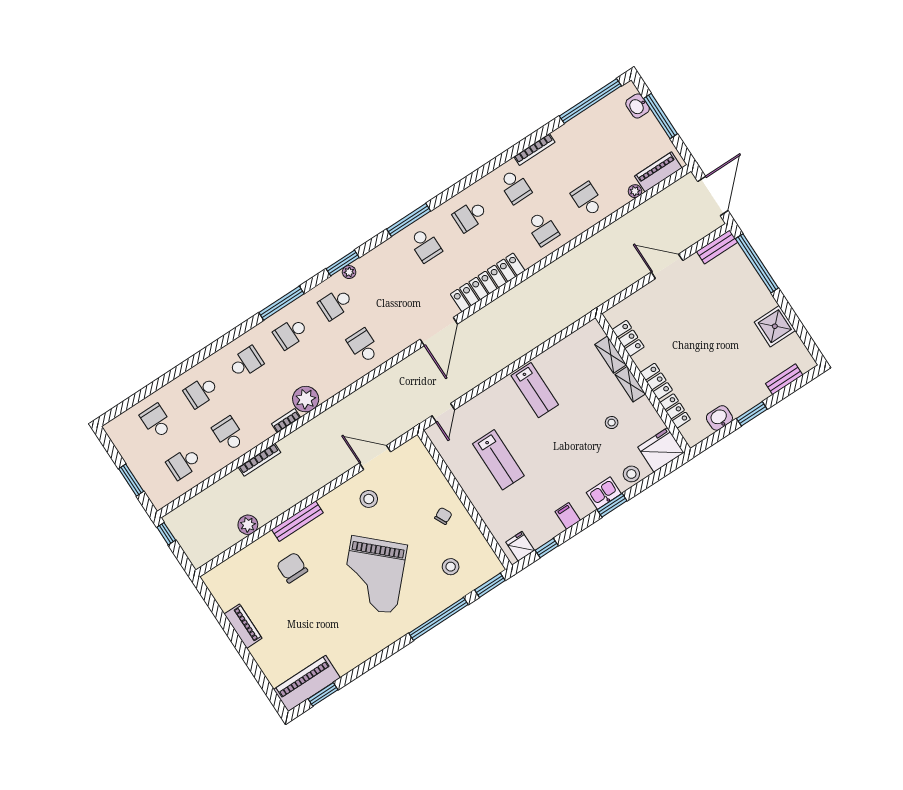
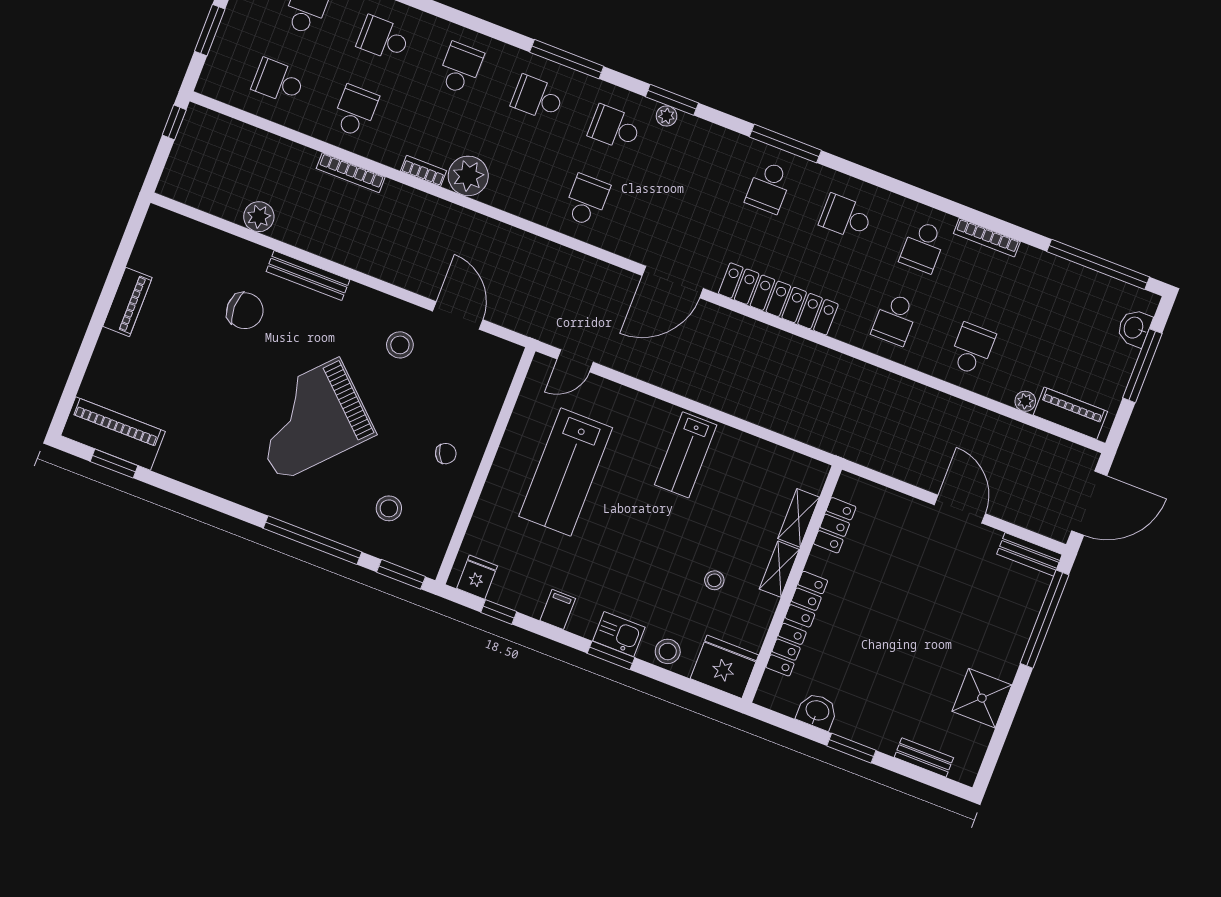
school desk: (246, 362) -> (460, 68), turned -90
lab bench: (498, 460) -> (566, 472), width x1.36, depth x1.39
chair: (292, 568) -> (245, 311), turned 90

